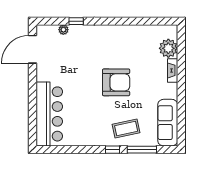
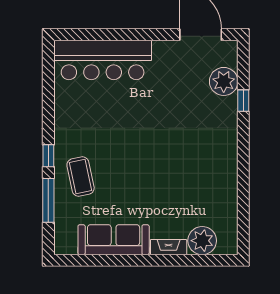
plant: (63, 30) -> (224, 81), width x1.88, depth x1.88
armchair: (116, 82) -> (150, 161), removed
sofa: (168, 123) -> (114, 240), moved

